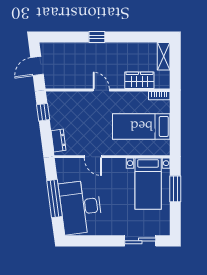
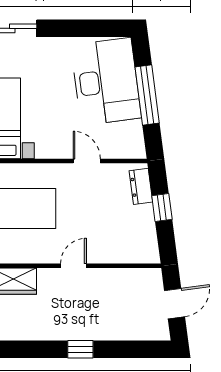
door: (101, 90) -> (73, 266), swing flipped
window: (43, 112) -> (162, 208), moved

